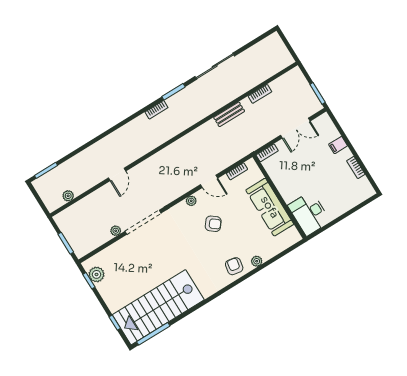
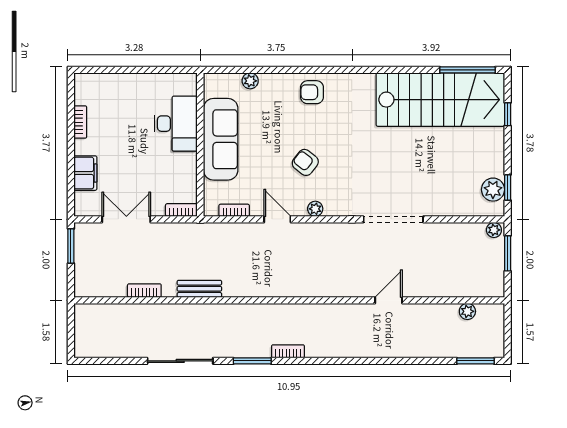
filing cabinet: (338, 145) -> (85, 173), width x2.00
desk: (309, 213) -> (176, 124), moved
plant: (116, 231) -> (494, 230), moved
plant: (257, 261) -> (250, 81), moved
armchair: (234, 266) -> (312, 92), turned 80

